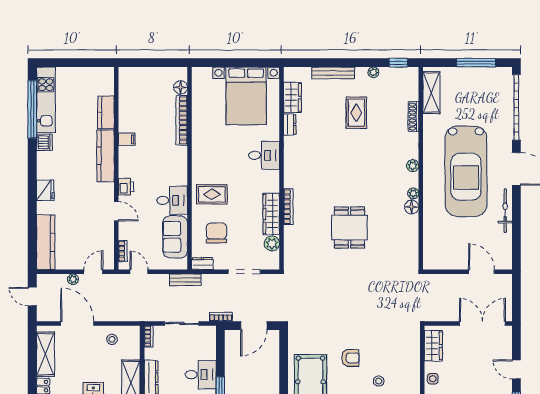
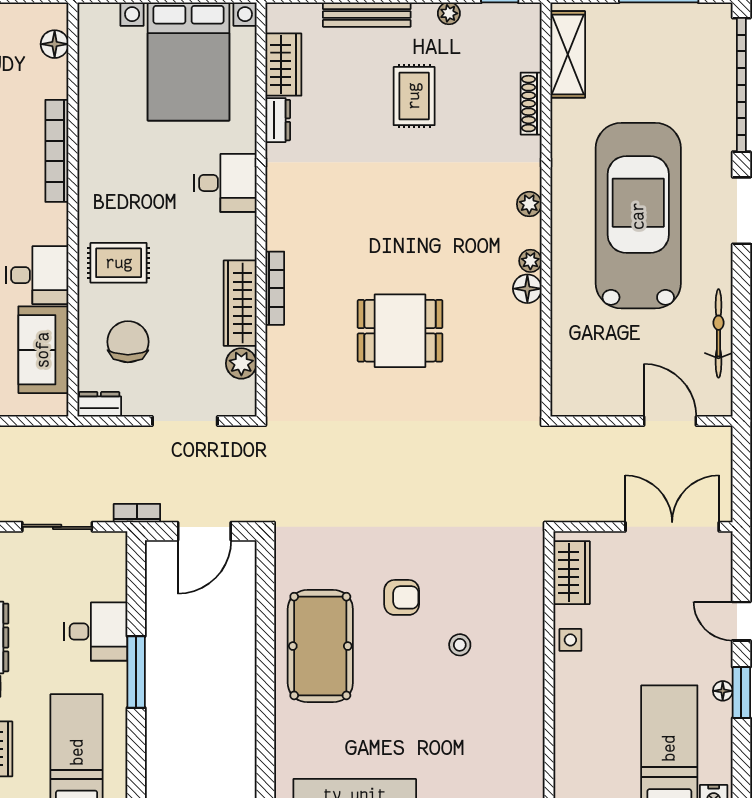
bookcase: (182, 120) -> (57, 151), moved
car: (466, 171) -> (638, 216), turned 180
bicycle: (505, 211) -> (718, 333), moved
dining table: (349, 228) -> (400, 331), turned 90
bench: (185, 280) -> (64, 438), removed

